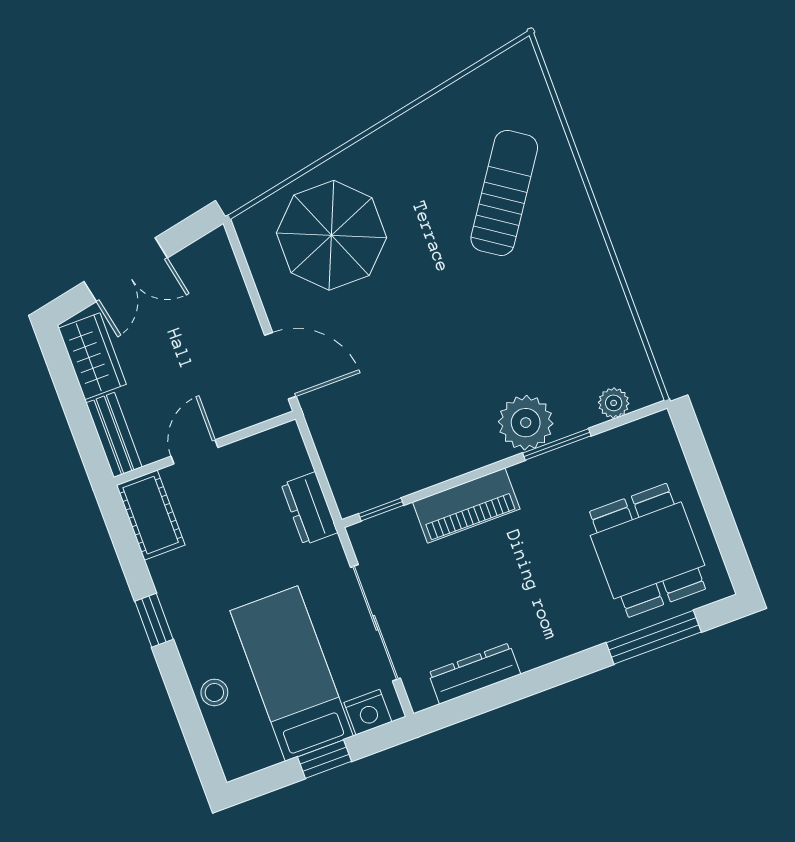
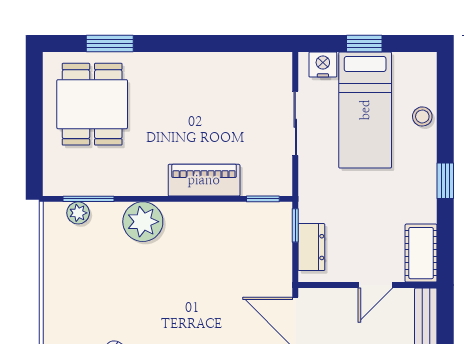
window: (557, 444) -> (89, 199), moved
window: (327, 491) -> (295, 225), added
dresser: (309, 508) -> (311, 247), moved
sliding door: (375, 623) -> (295, 123), width x0.73
window: (654, 637) -> (110, 43), width x0.69
dresser: (474, 673) -> (241, 64), removed

